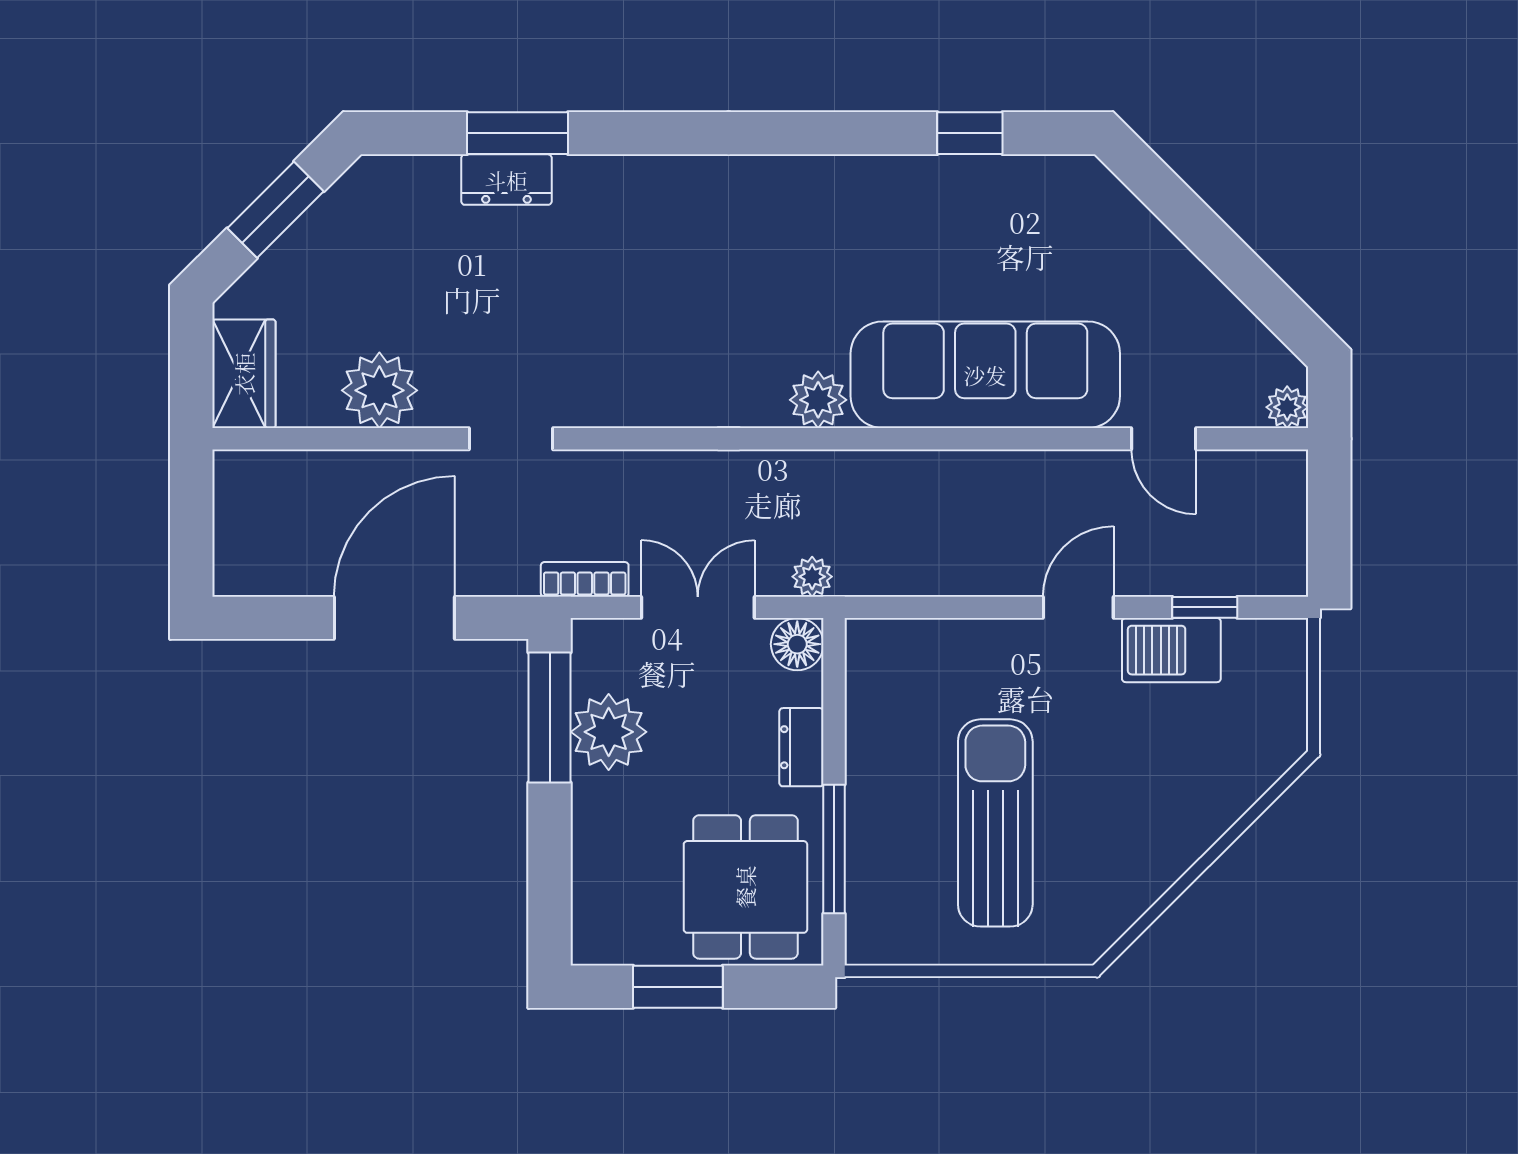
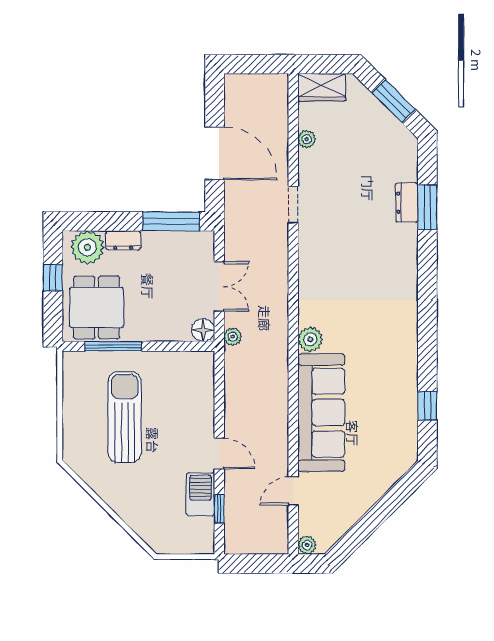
plant: (379, 390) -> (307, 139), width x0.53, depth x0.53
bookcase: (585, 579) -> (232, 237), removed
plant: (609, 732) -> (87, 247), moved
dresser: (801, 747) -> (123, 240), moved, turned 180
sun lounger: (995, 823) -> (125, 417), turned -90
dining table: (745, 887) -> (97, 307), turned 90
window: (678, 987) -> (53, 278), width x0.67

